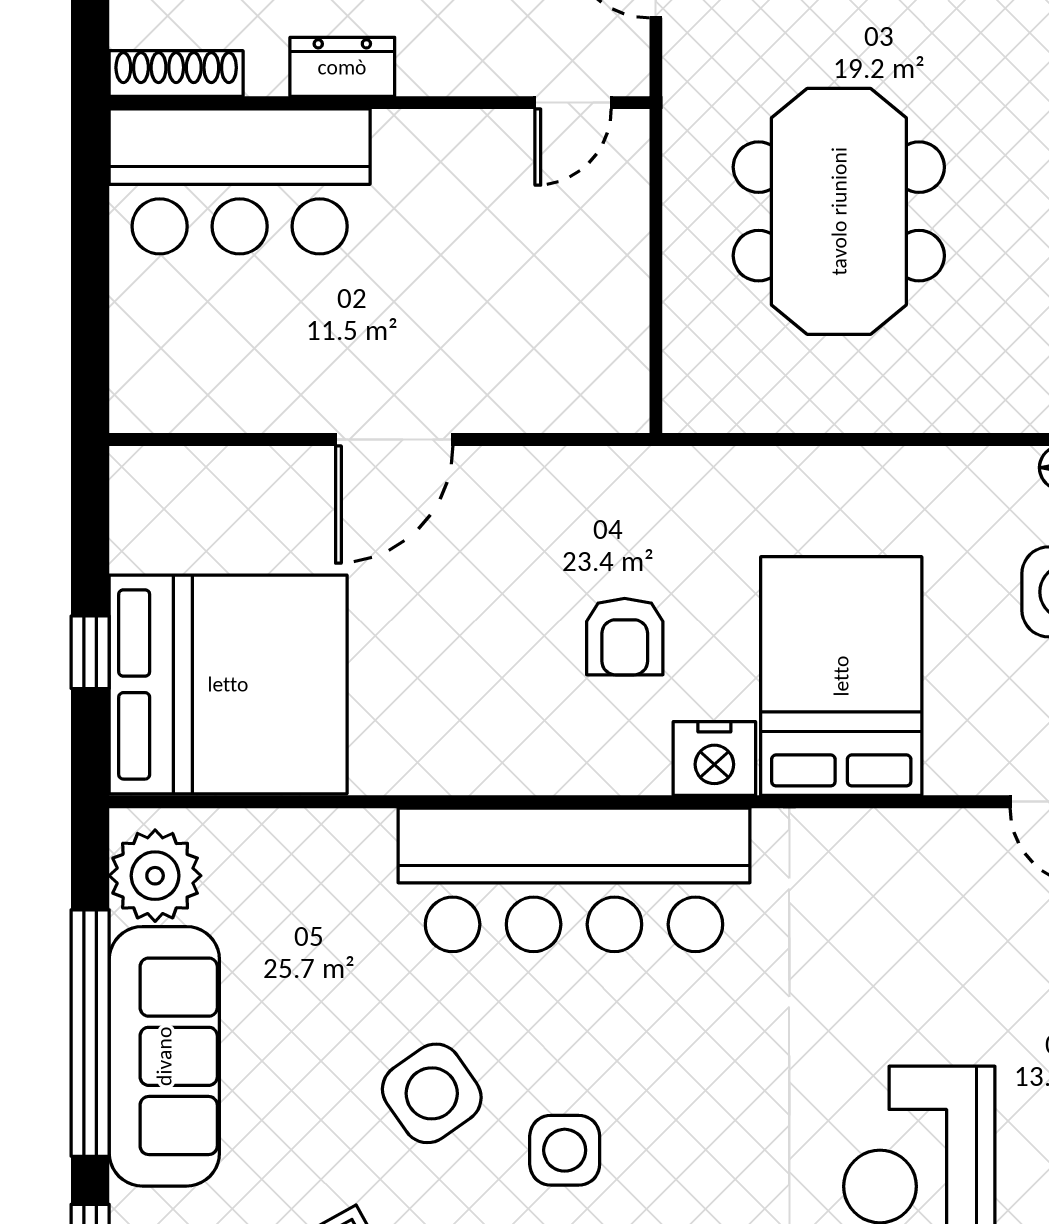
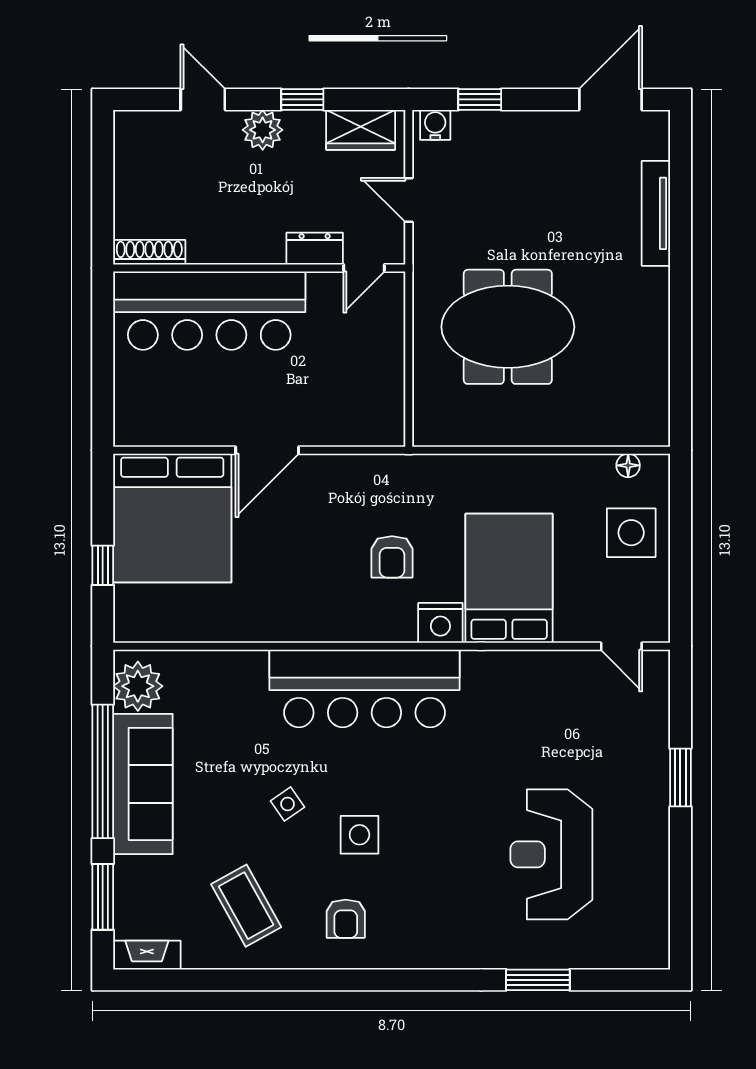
dresser: (342, 67) -> (315, 249), moved
bar counter: (240, 181) -> (209, 311), width x1.36
meeting table: (839, 211) -> (508, 327), turned 90
bed: (228, 684) -> (172, 518), moved, turned 90
side table: (432, 1093) -> (288, 804), width x0.54, depth x0.54

